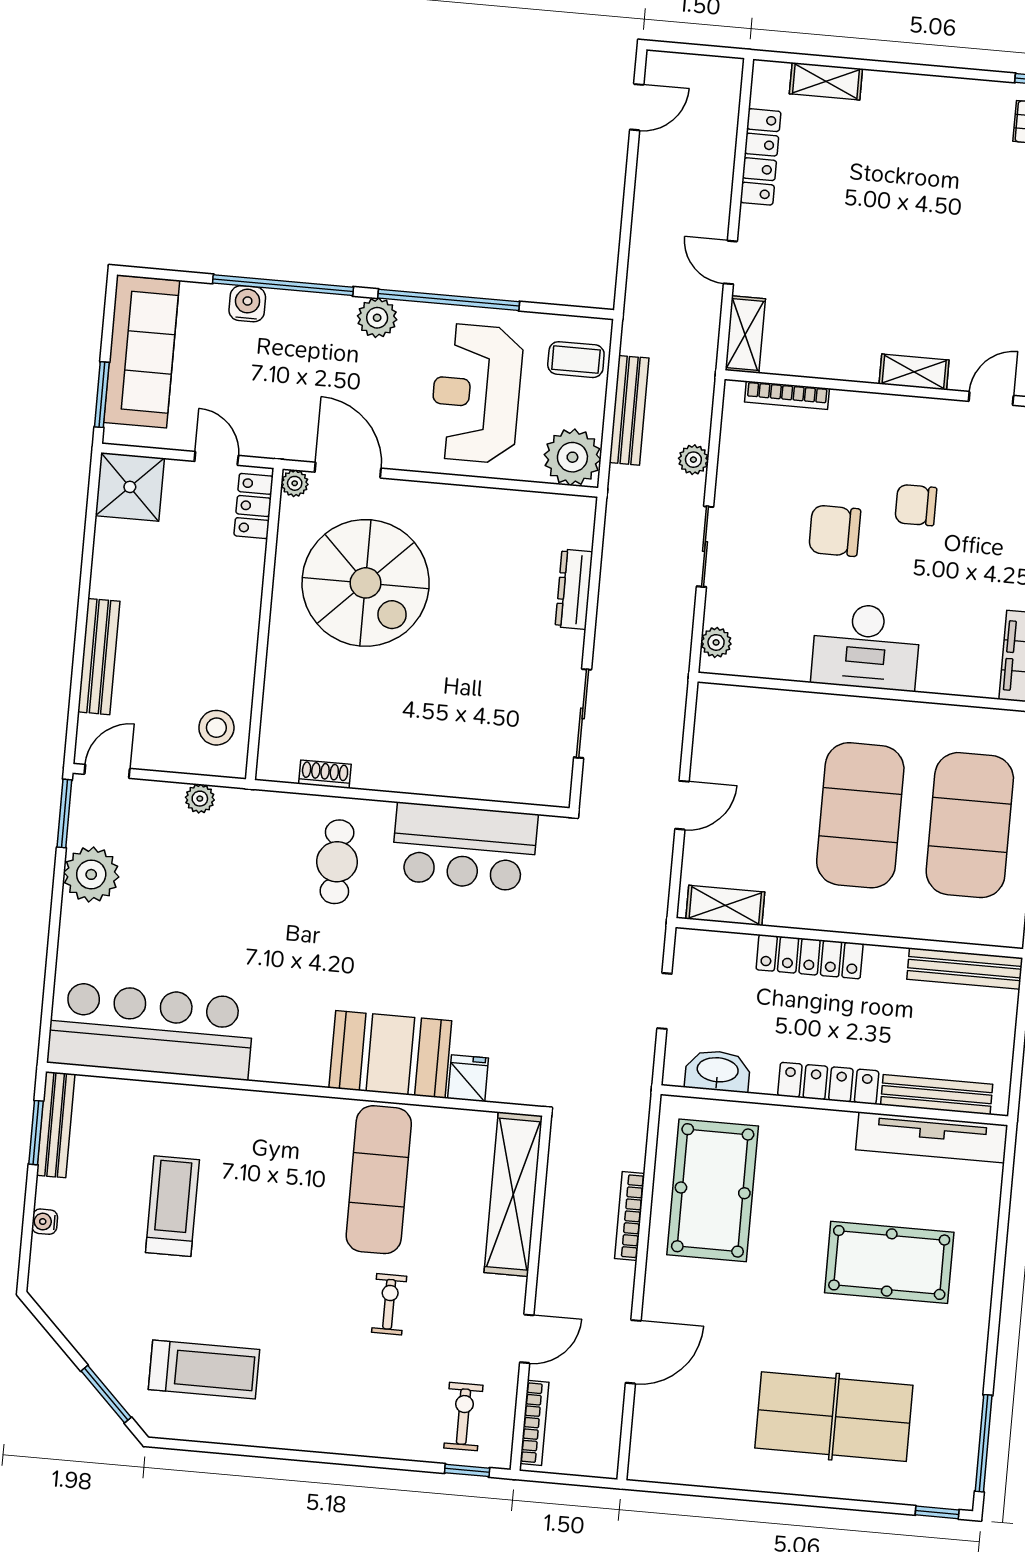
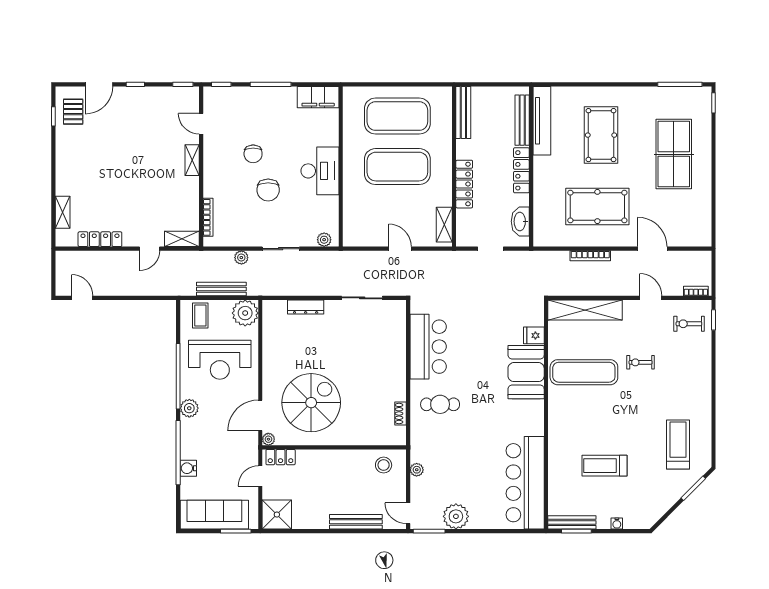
pool table: (713, 1190) -> (597, 207), moved
bookcase: (534, 1423) -> (696, 291), width x0.64

